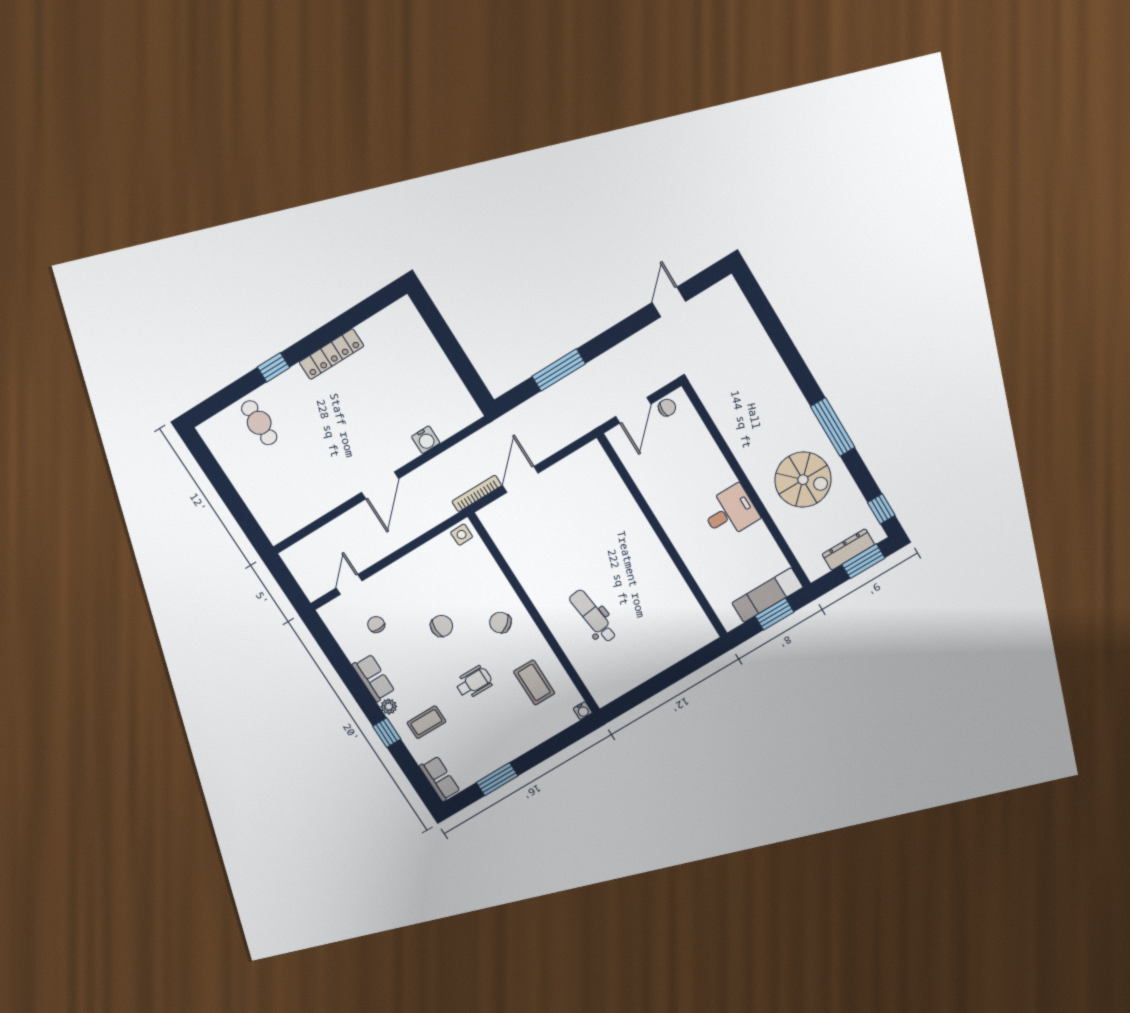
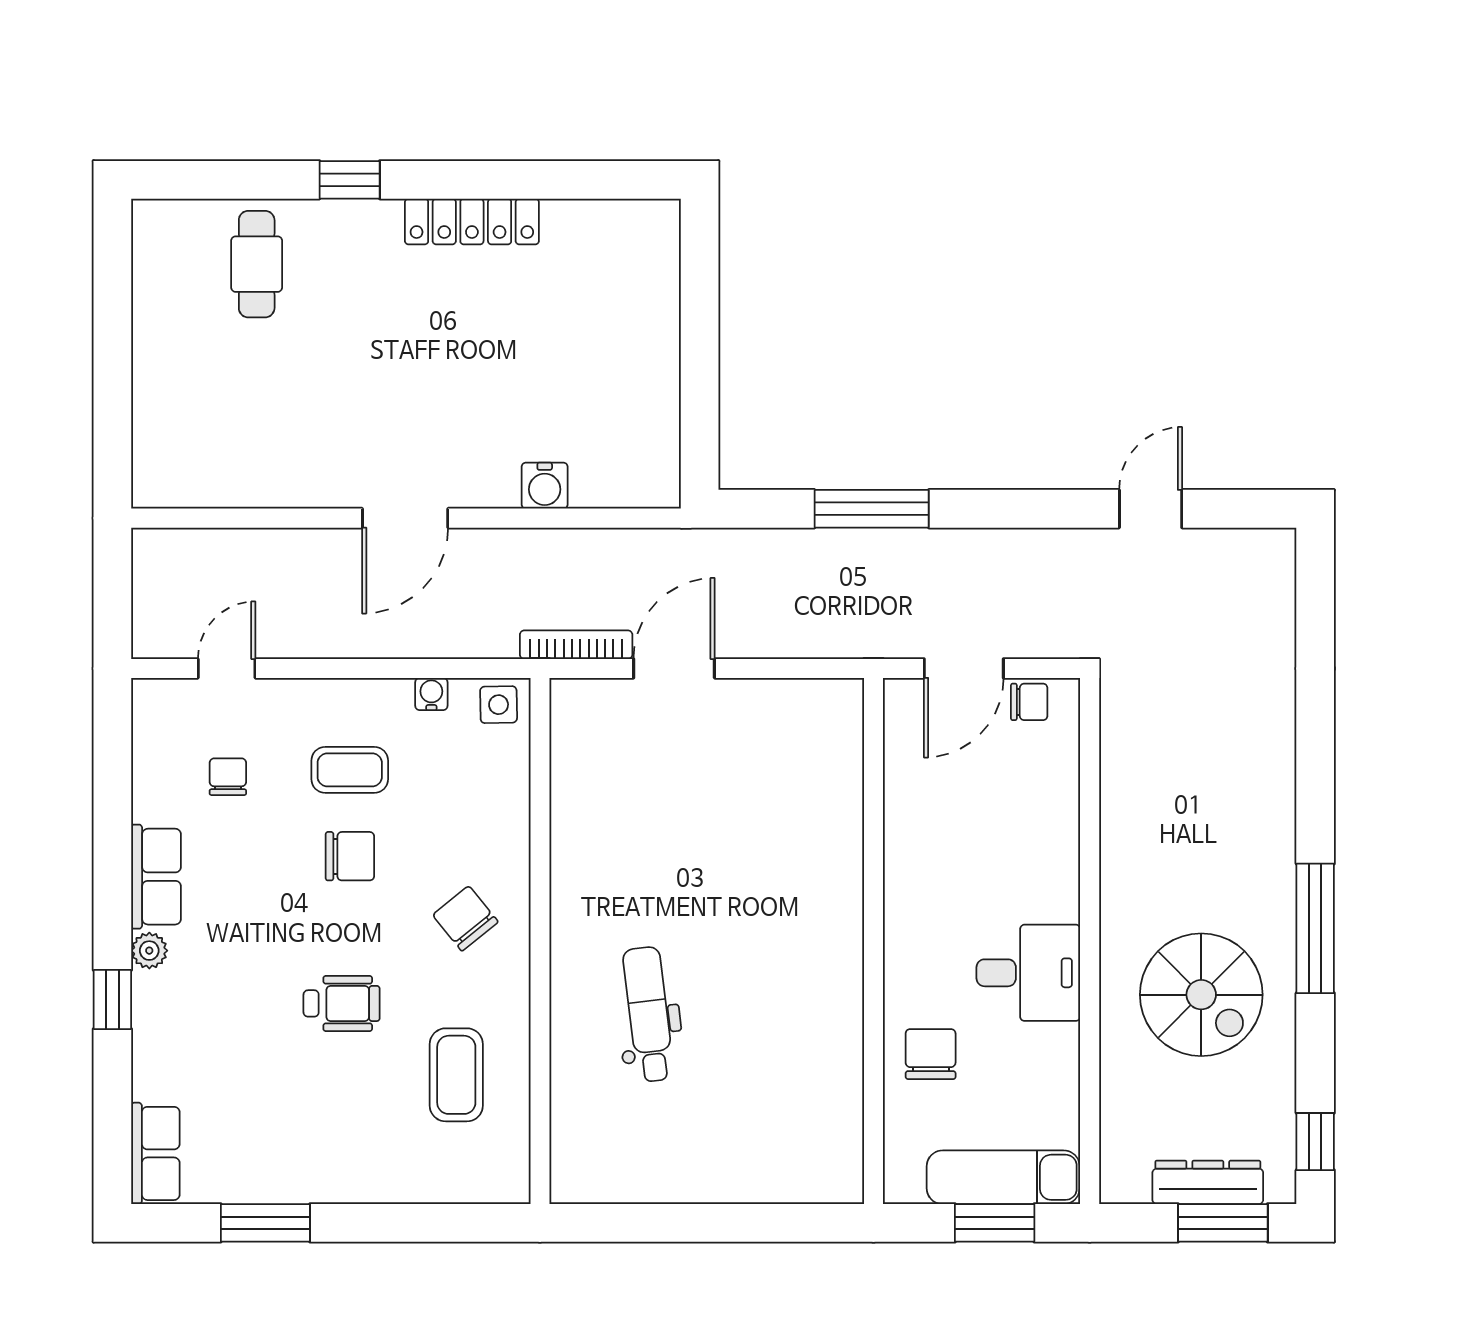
chair: (711, 566) -> (931, 1054), added
water cooler: (583, 711) -> (431, 694), moved, turned 180
coffee table: (426, 722) -> (350, 770), moved

